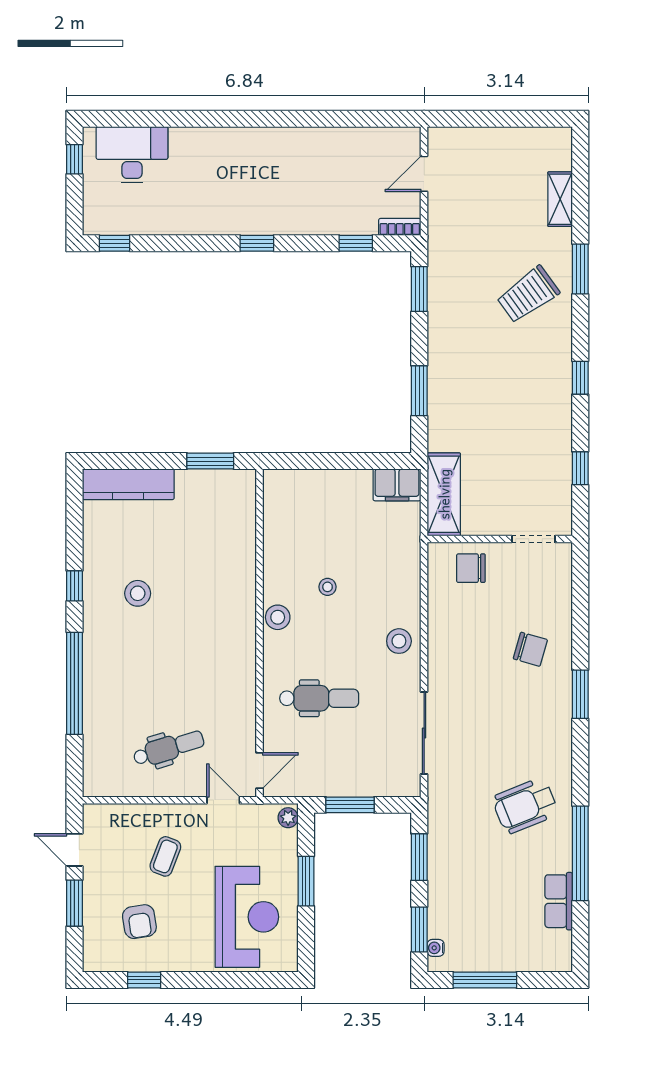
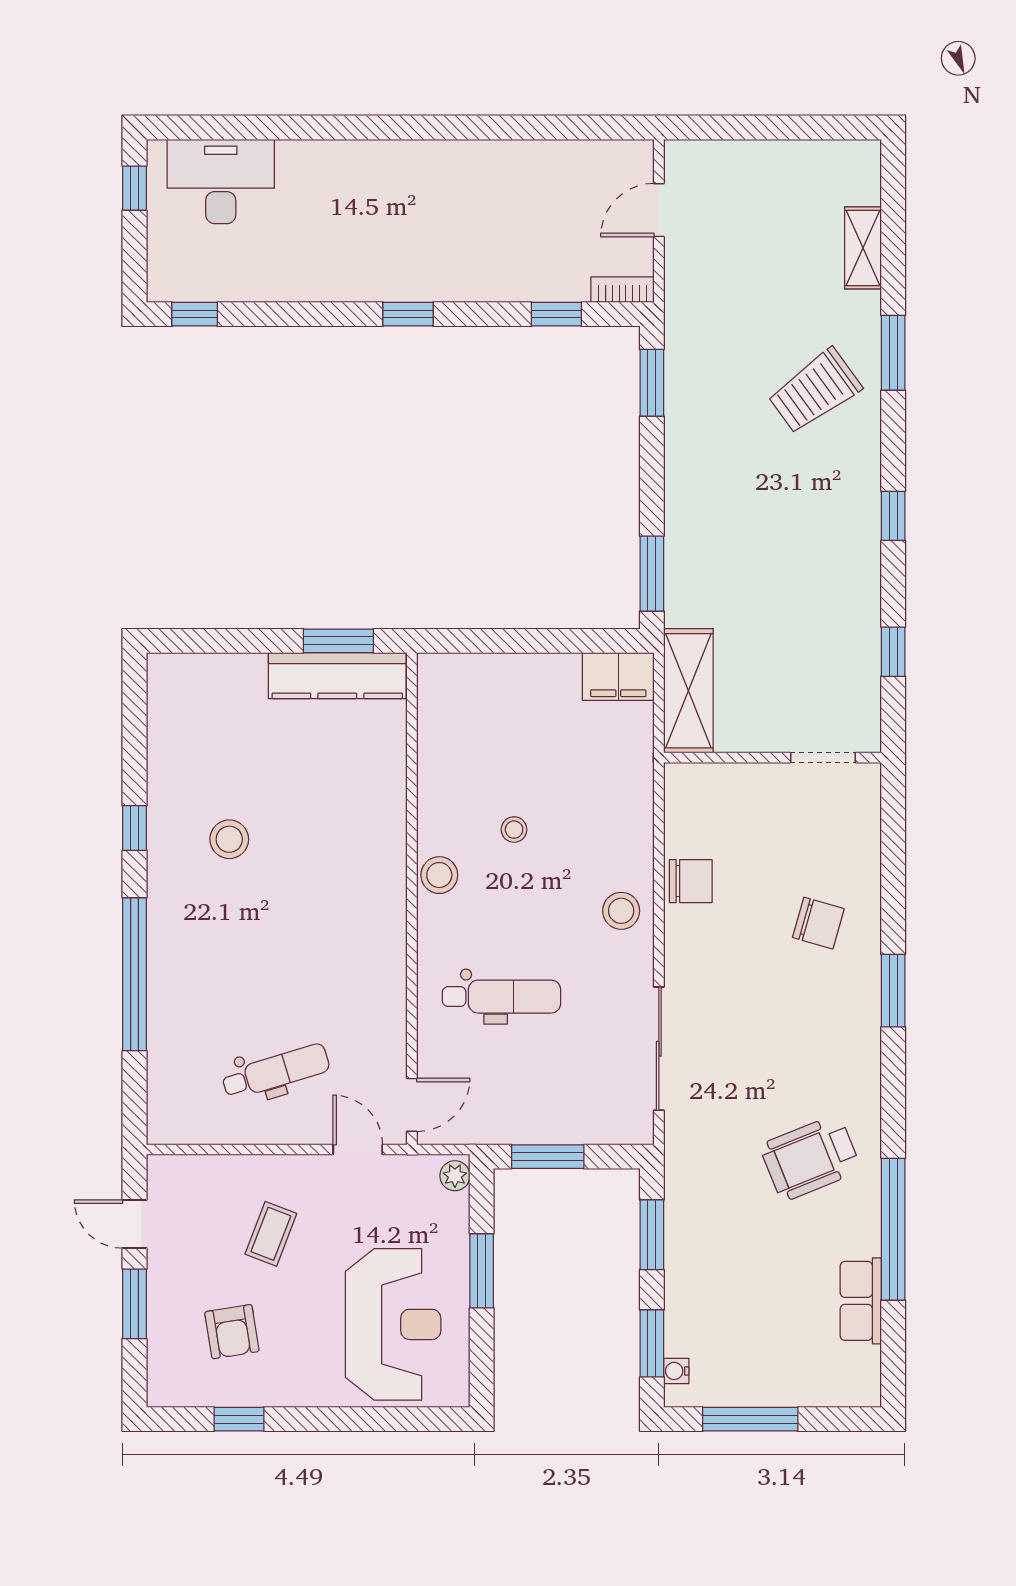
window: (419, 391) -> (652, 574), moved
kitchen counter: (128, 484) -> (337, 676), moved
chair: (471, 568) -> (691, 881), moved, turned 180

